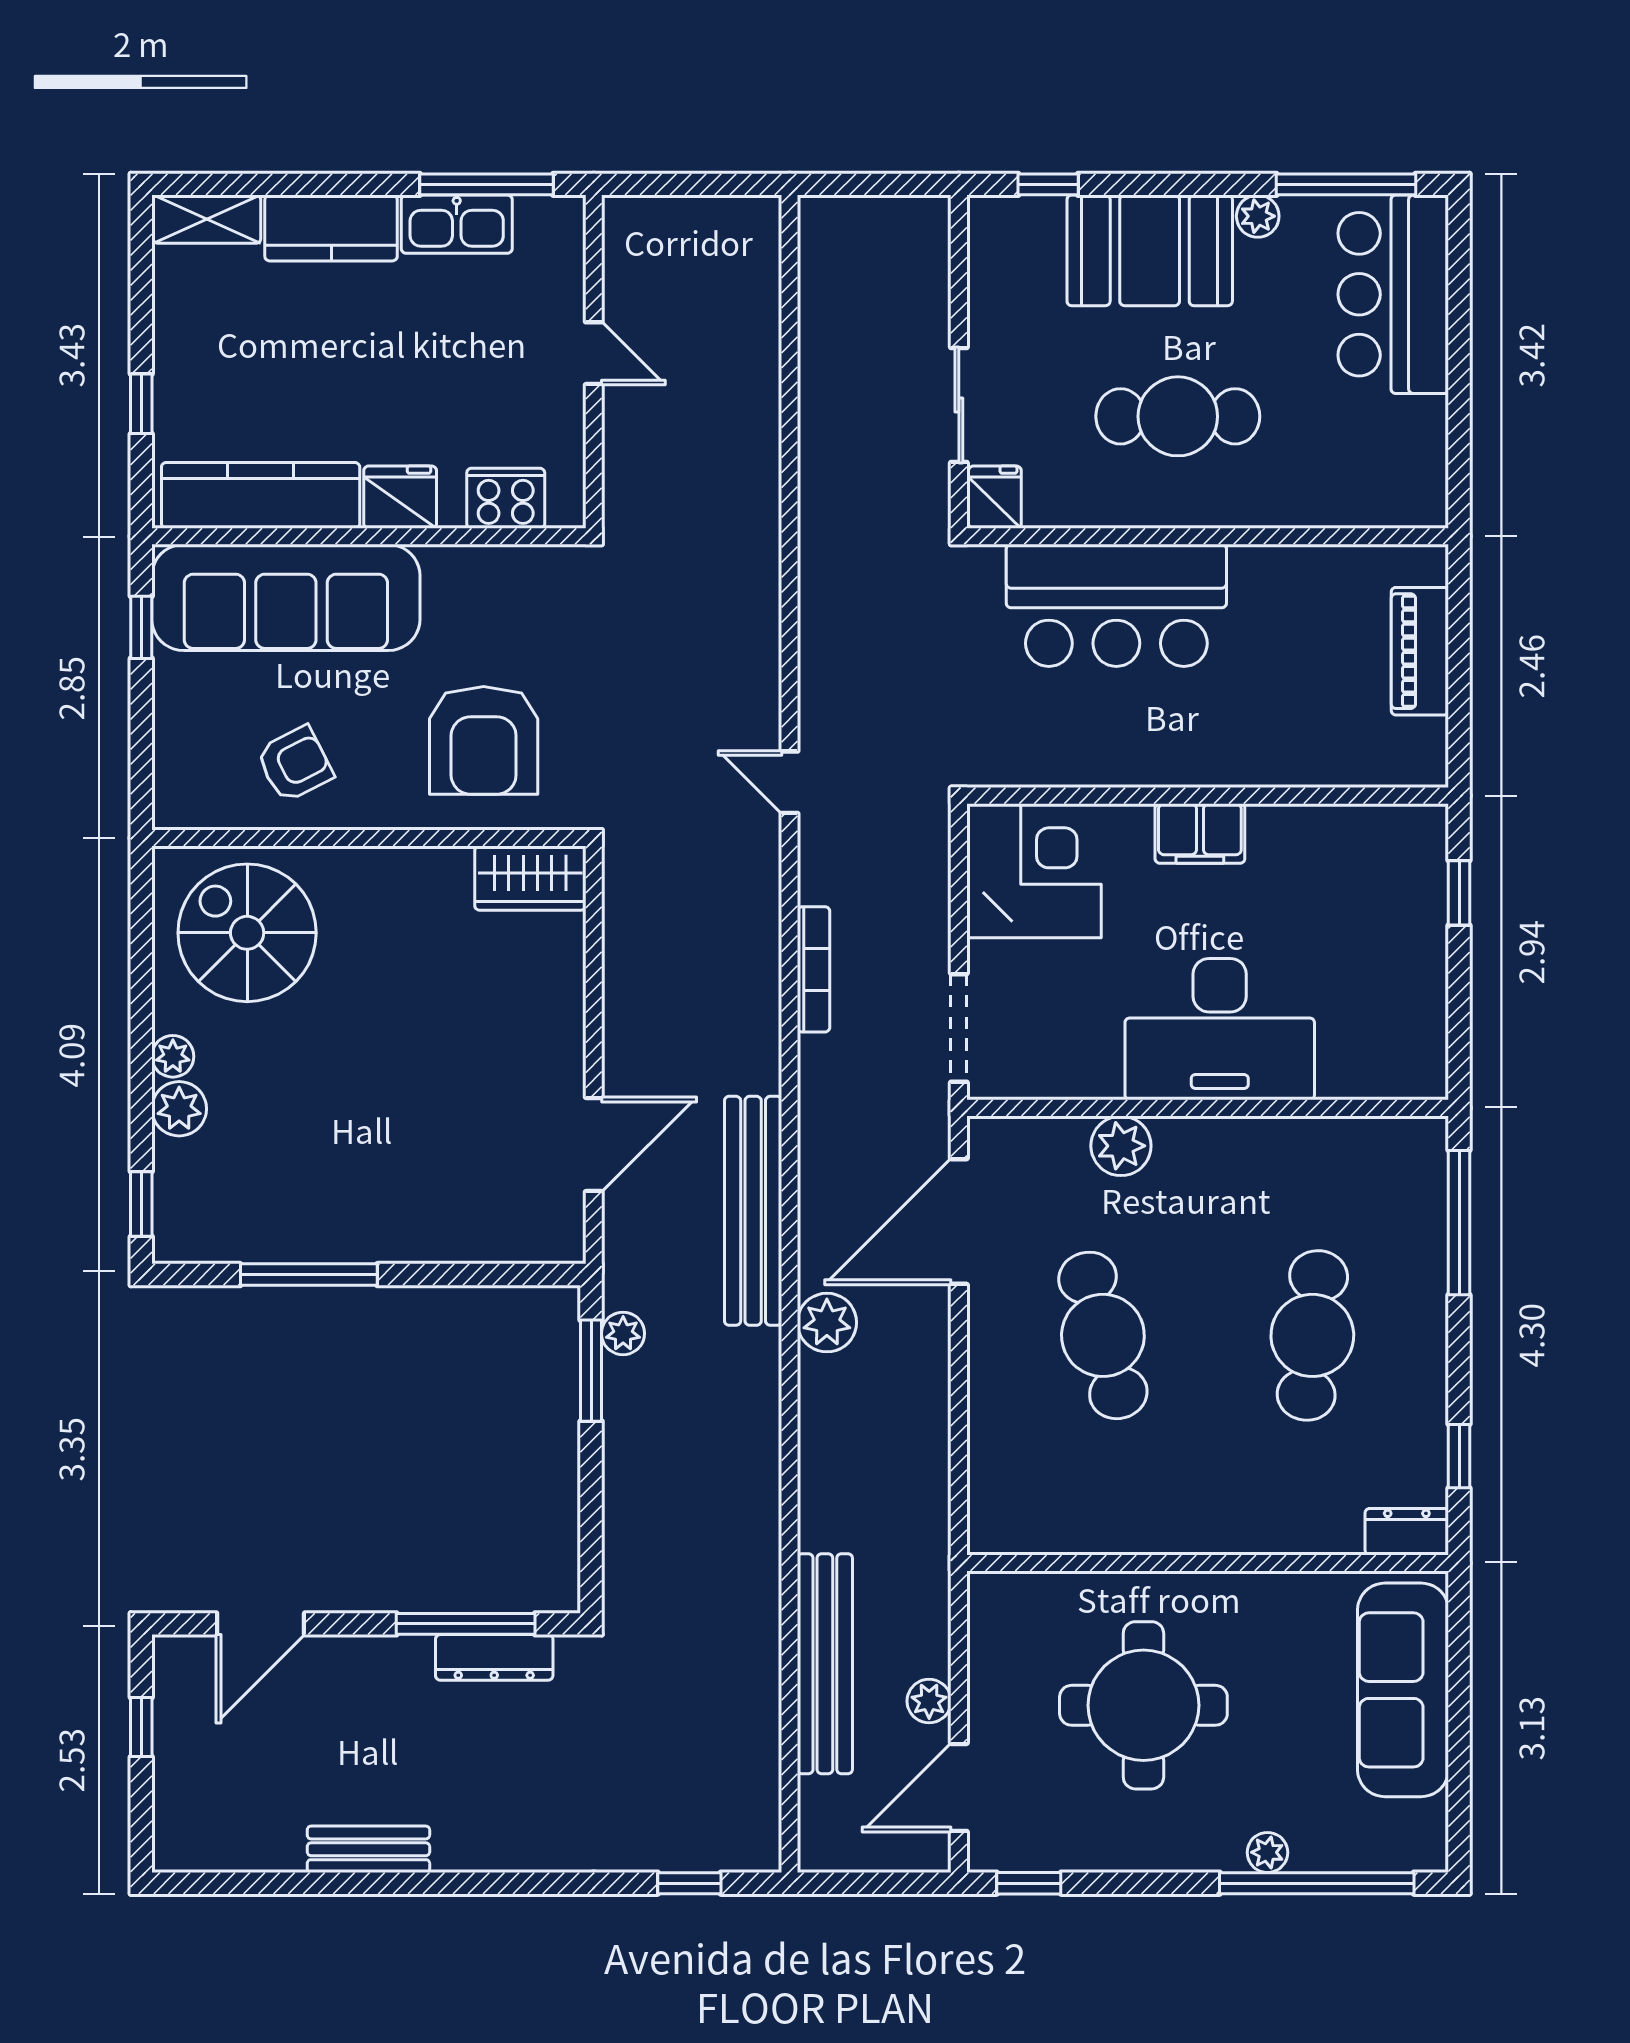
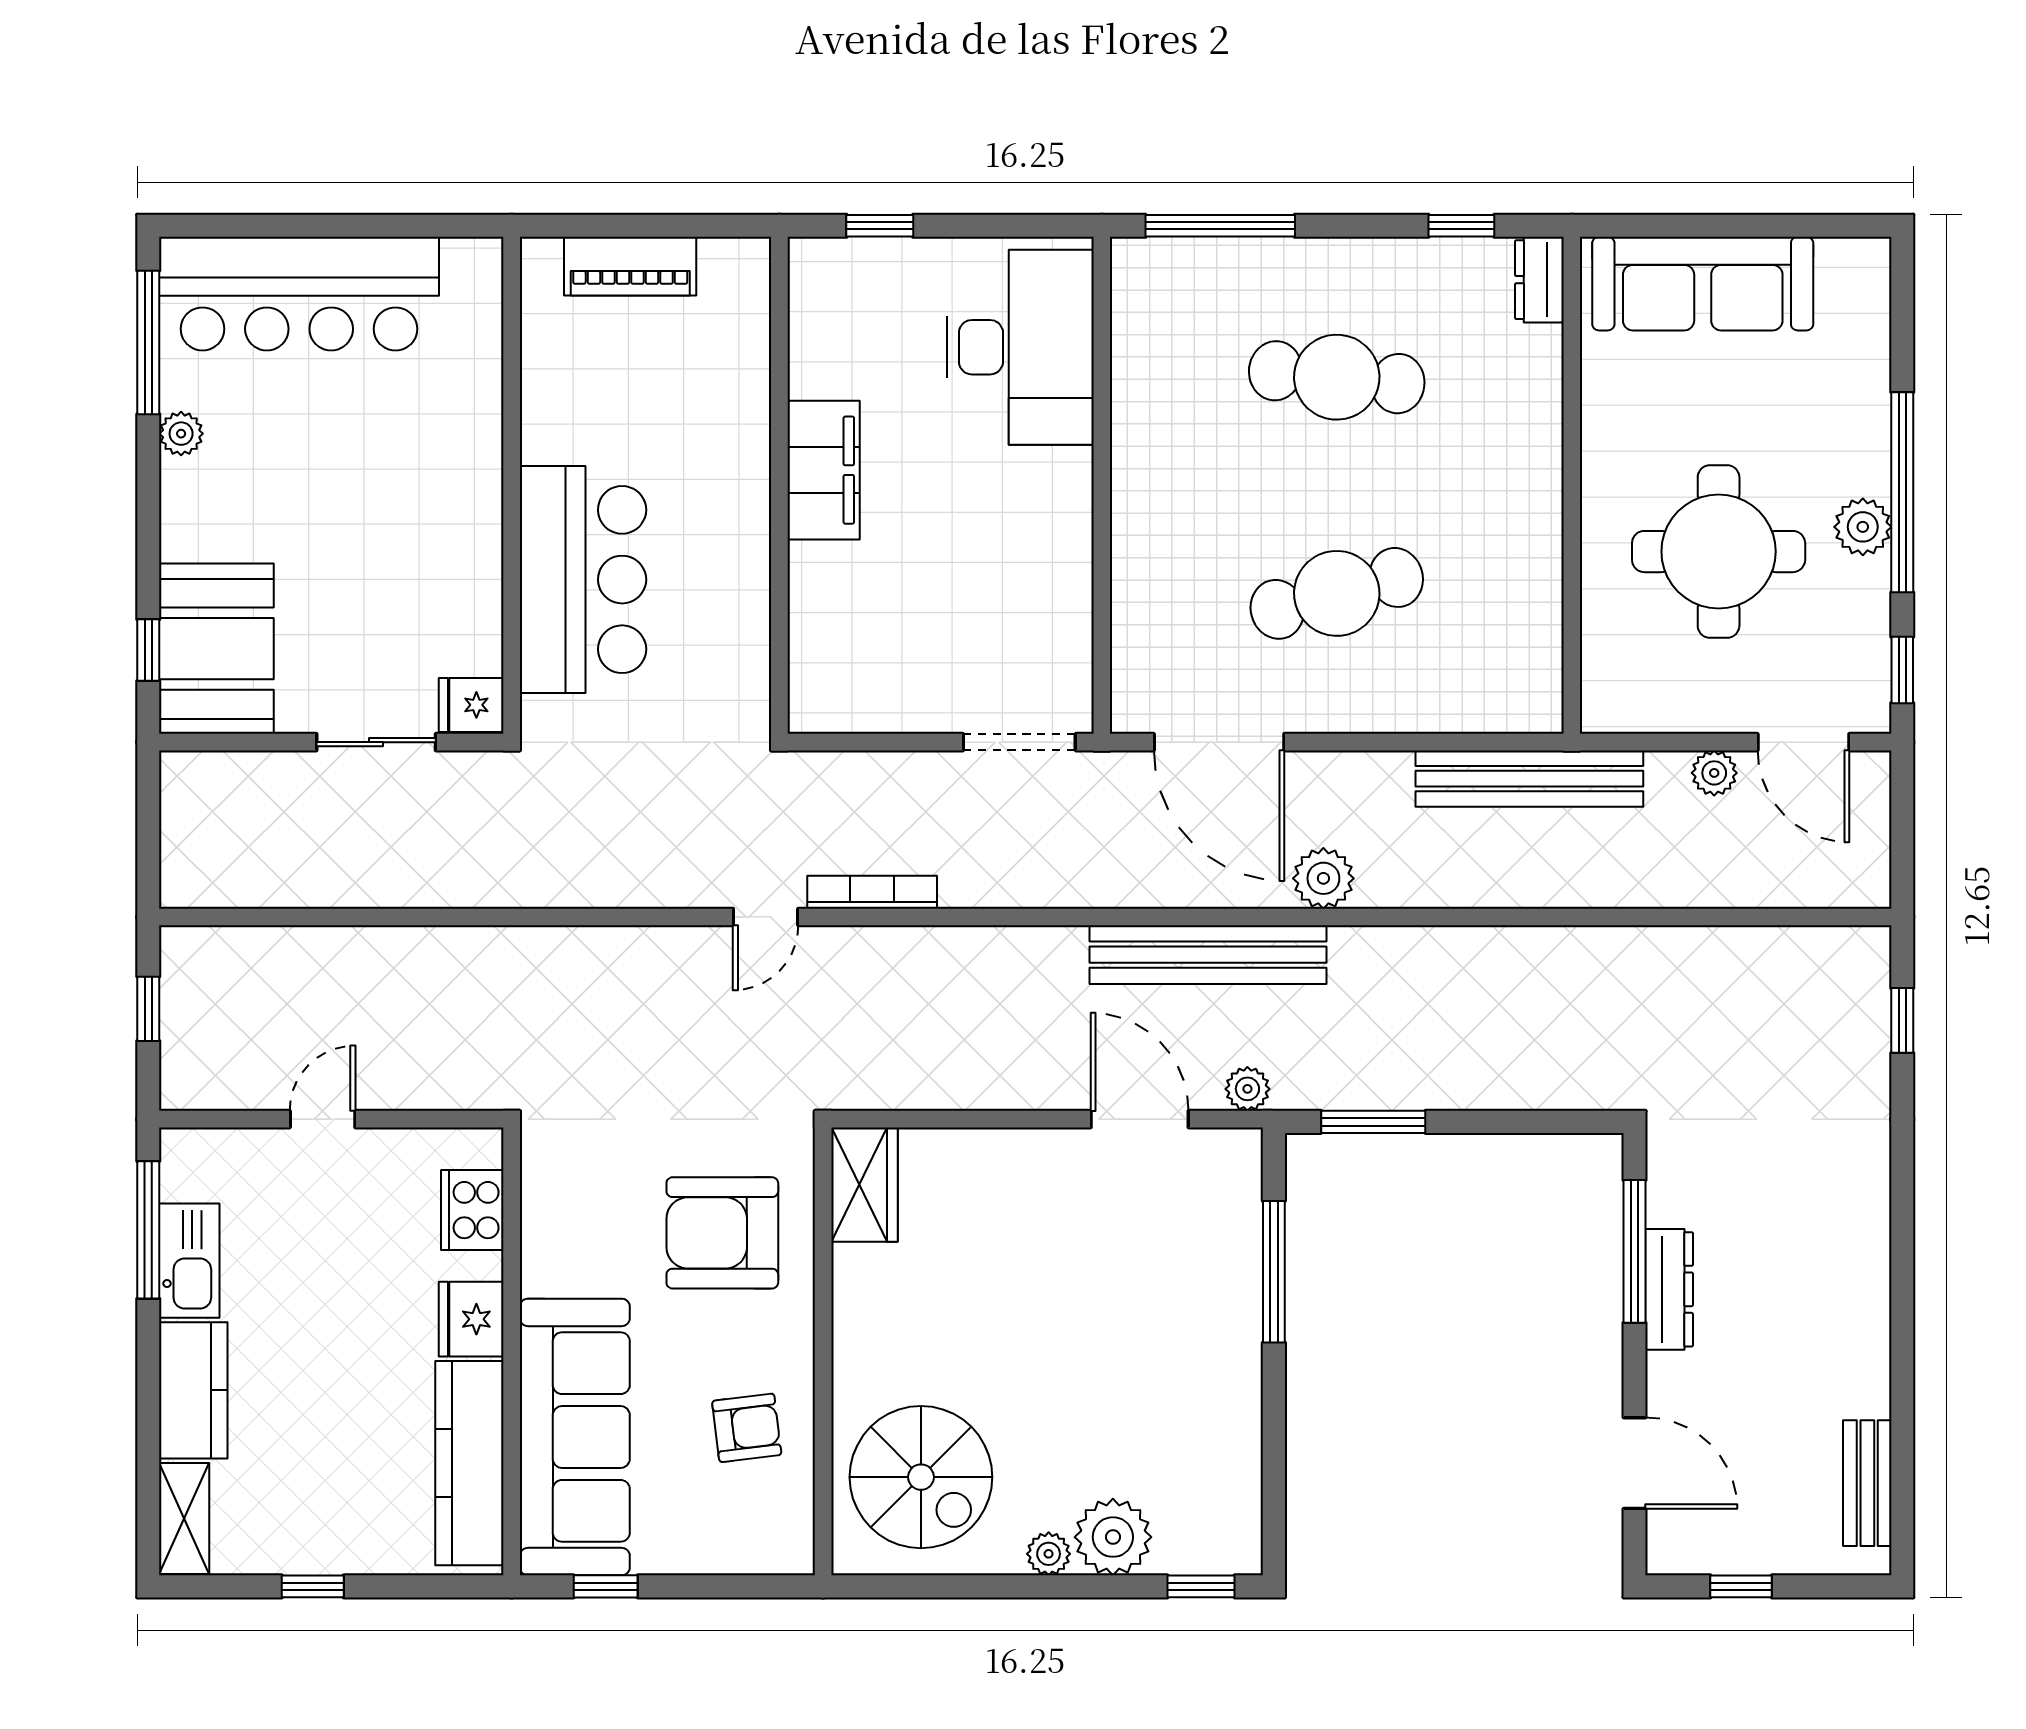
window: (701, 184) -> (148, 1009), added
booth: (1150, 250) -> (216, 649), moved
bar counter: (1393, 294) -> (299, 294), width x1.36
window: (141, 404) -> (313, 1586), moved
cafe table: (1178, 416) -> (388, 516), removed
armchair: (484, 740) -> (722, 1233), turned 180
armchair: (295, 764) -> (747, 1428), turned 110
filing cabinet: (1200, 833) -> (824, 470), width x1.50, depth x1.17
corner desk: (1034, 871) -> (857, 665), removed
spiral stairs: (247, 933) -> (921, 1477), turned -90
bookcase: (814, 969) -> (872, 892), moved
desk: (1220, 1029) -> (1020, 347), moved
plant: (179, 1109) -> (1113, 1537), width x1.36, depth x1.36
plant: (1121, 1146) -> (1141, 575), removed
window: (309, 1275) -> (1274, 1272), moved
plant: (623, 1333) -> (1247, 1089), moved
dresser: (494, 1657) -> (1669, 1289), moved
bench: (825, 1664) -> (1529, 779), moved
bench: (368, 1849) -> (1867, 1483), moved
plant: (1267, 1852) -> (1863, 527), moved, width x1.38, depth x1.38
window: (1317, 1883) -> (1902, 492), moved

